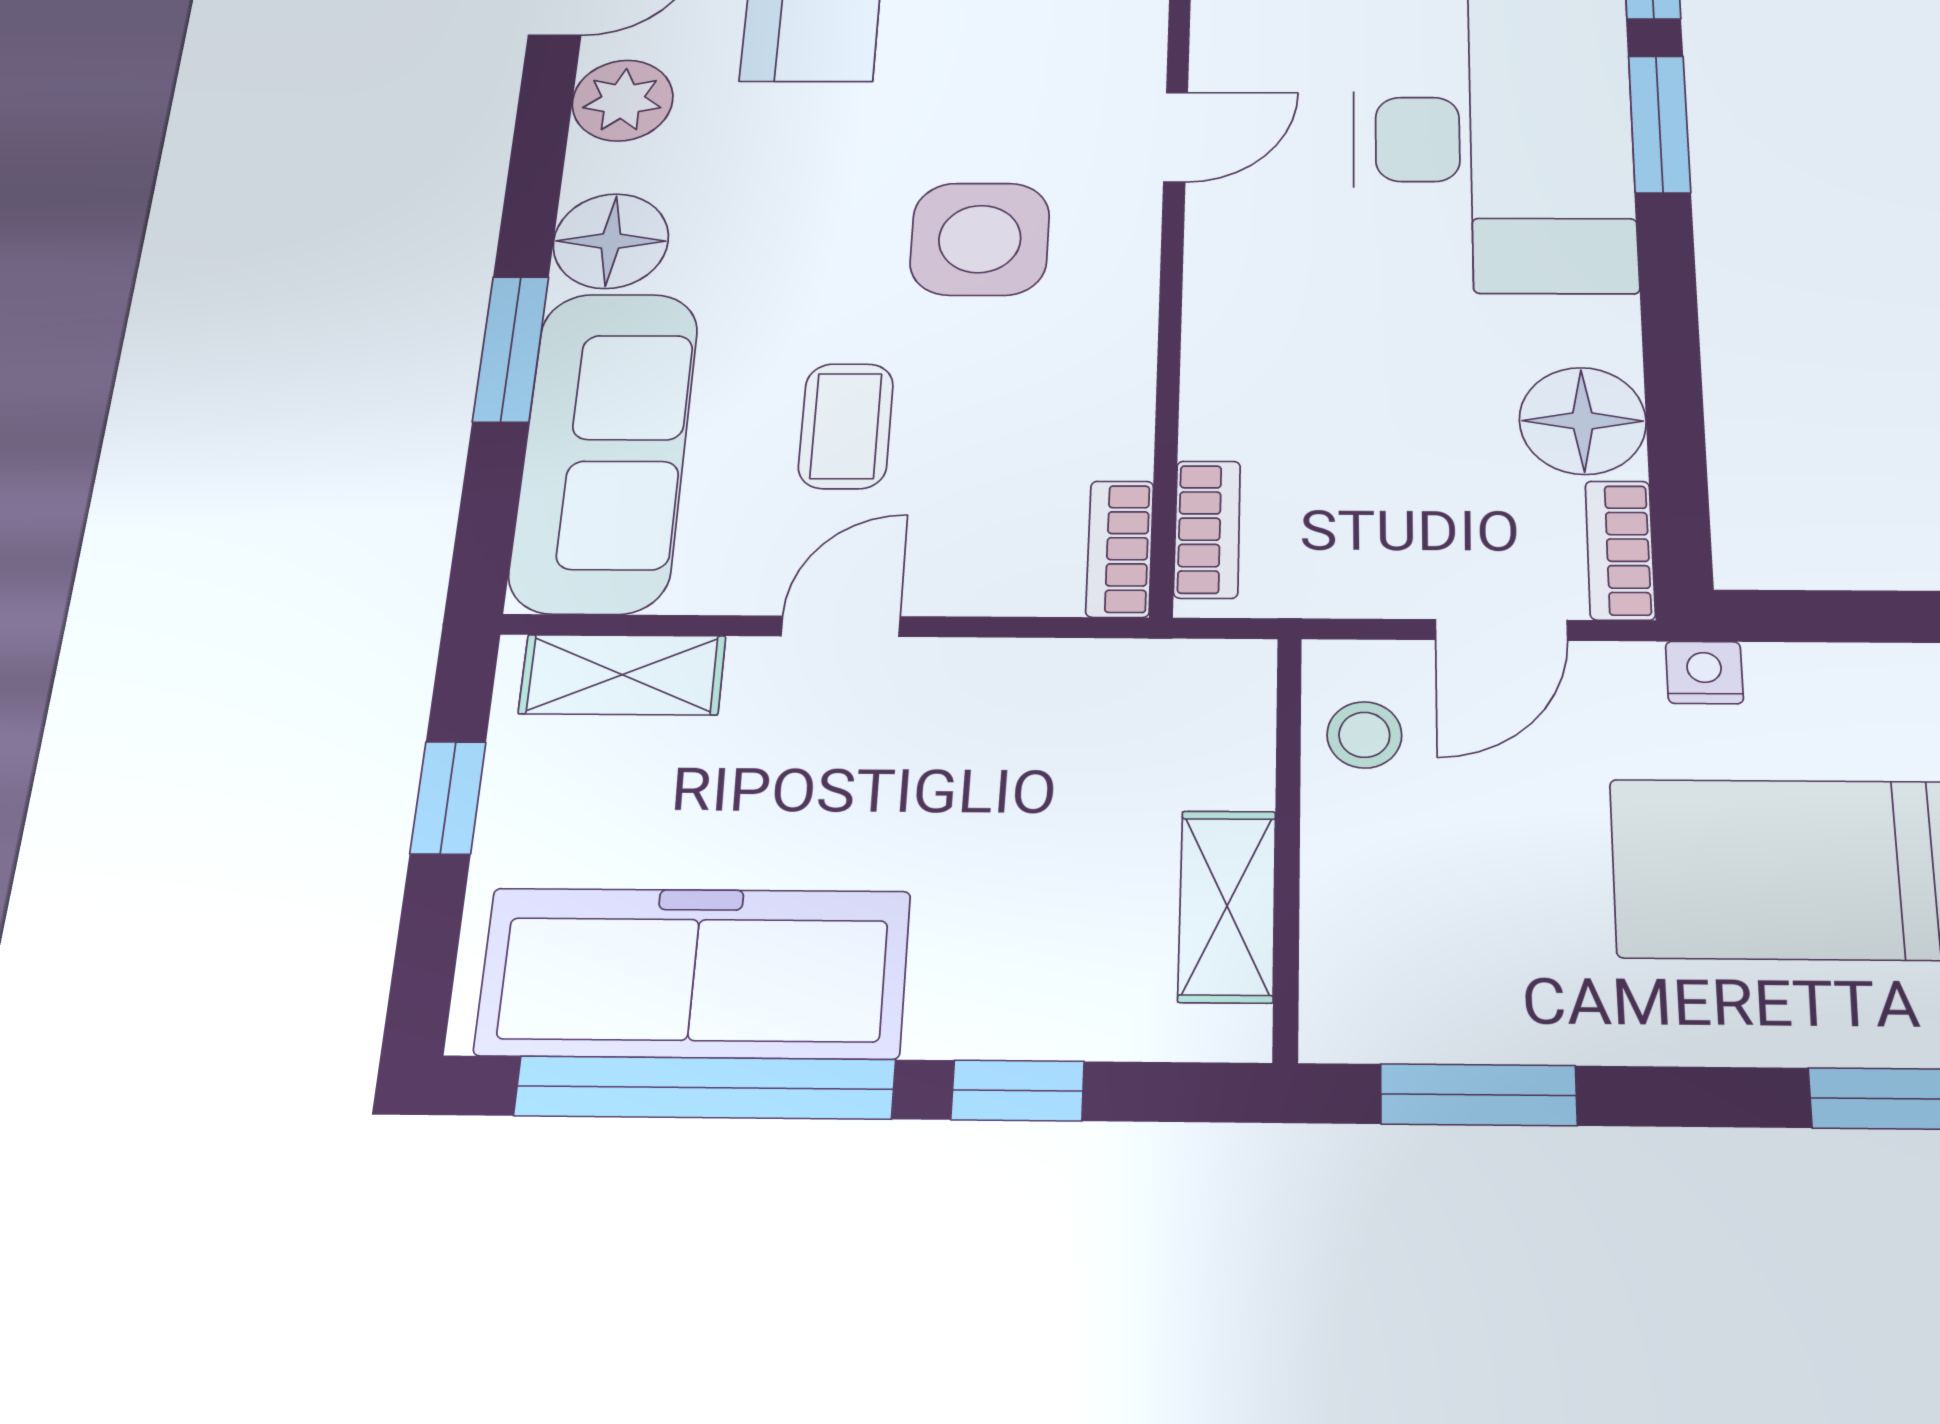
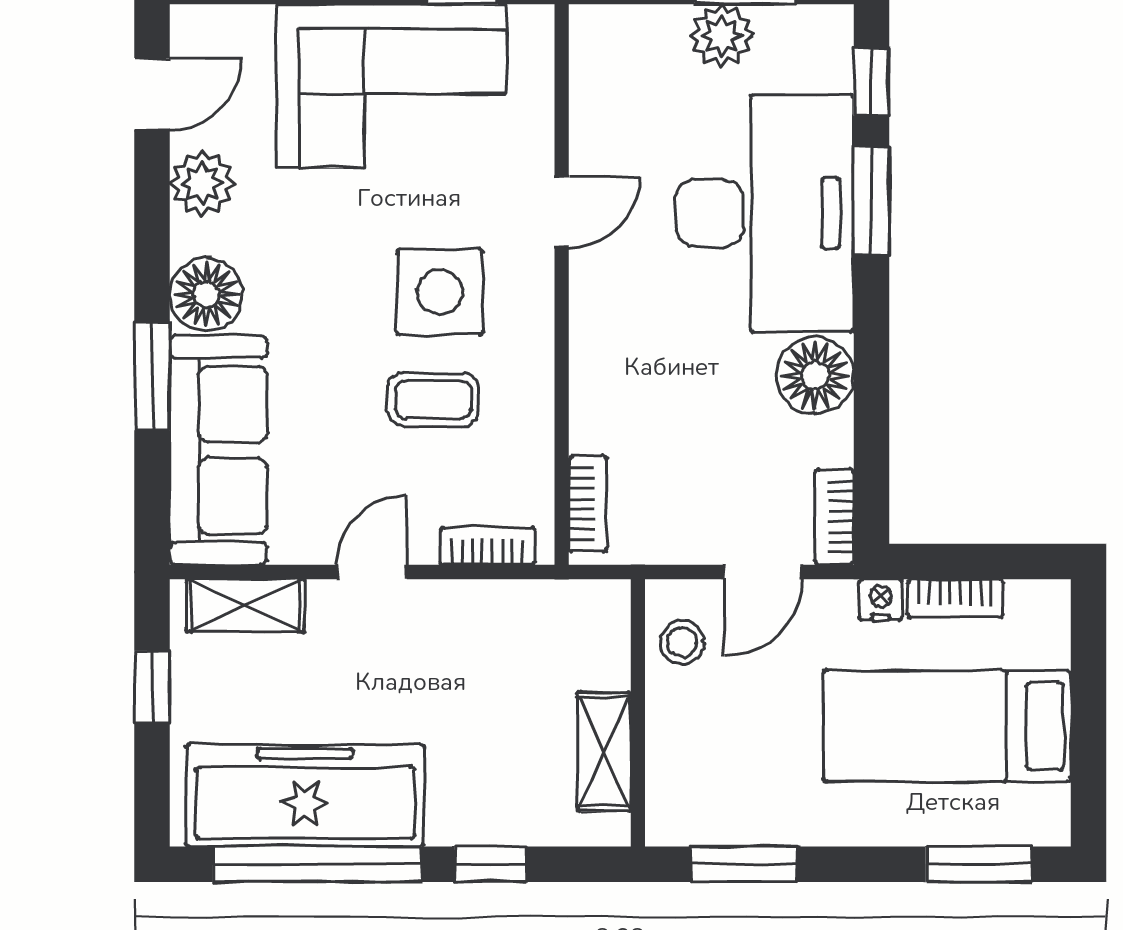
floor lamp: (1583, 421) -> (815, 375), moved
coffee table: (846, 426) -> (433, 400), moved, turned 90
bookcase: (1120, 549) -> (488, 546), moved, turned 90
bookcase: (1832, 671) -> (955, 598), added

